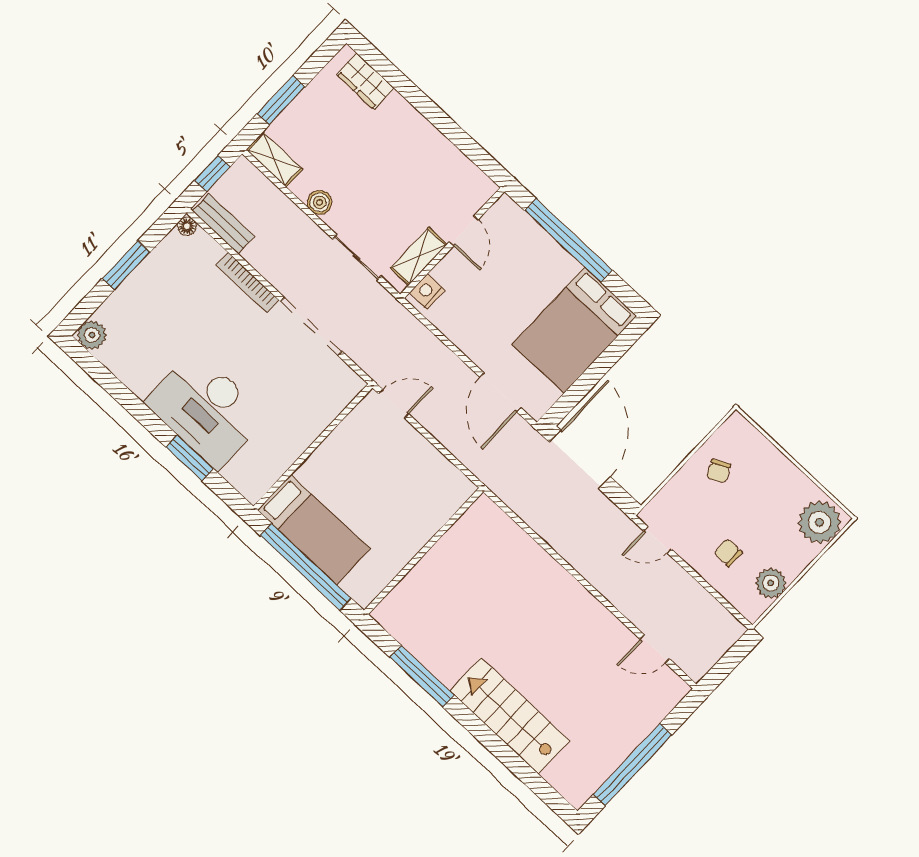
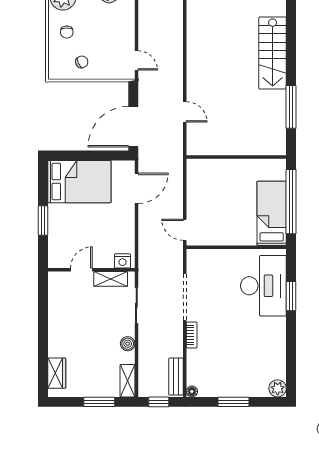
window: (569, 240) -> (43, 221), width x0.47
bookcase: (247, 282) -> (192, 335), width x0.64
desk: (206, 410) -> (263, 286), moved
chair: (728, 553) -> (67, 32), moved
door: (655, 649) -> (185, 112), moved

